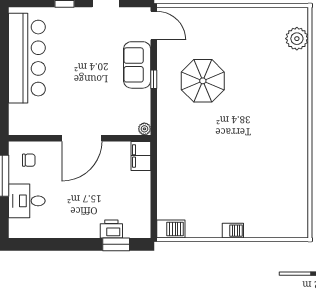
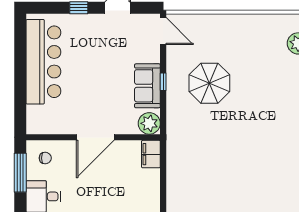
sofa: (137, 65) -> (147, 86), moved
plant: (144, 129) -> (149, 123), width x1.87, depth x1.87

